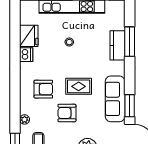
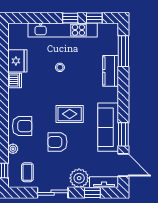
window: (130, 42) -> (123, 51), moved
armchair: (43, 89) -> (22, 126), moved

